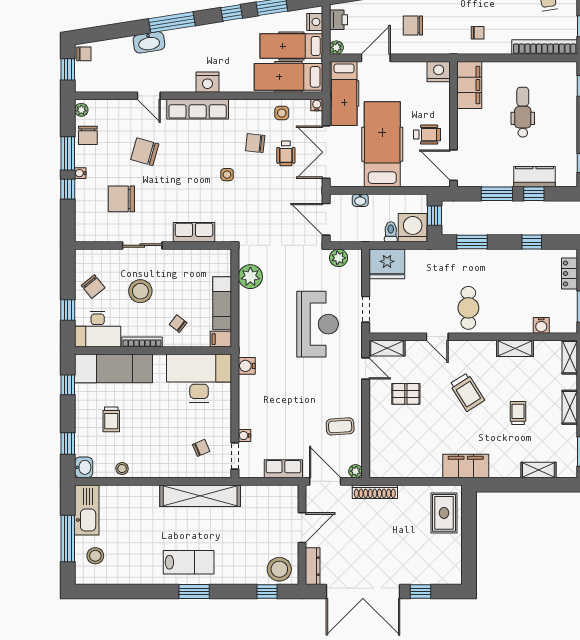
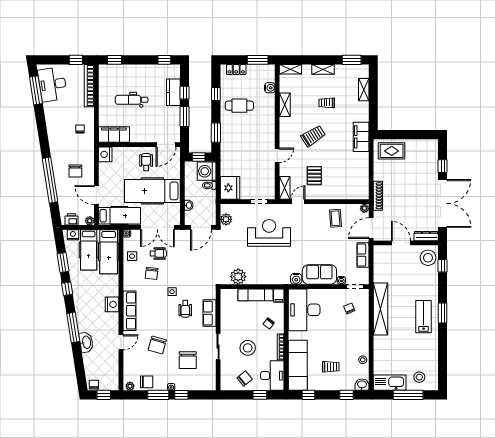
wheelchair: (201, 195) -> (185, 309), added
cafe table: (468, 308) -> (239, 106), moved
sofa: (253, 402) -> (319, 275), added

